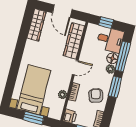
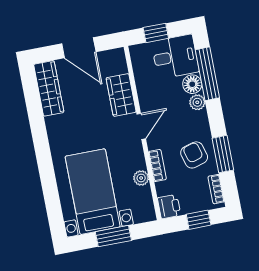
wardrobe: (74, 41) -> (121, 95), width x0.67
window: (115, 87) -> (223, 154), moved

